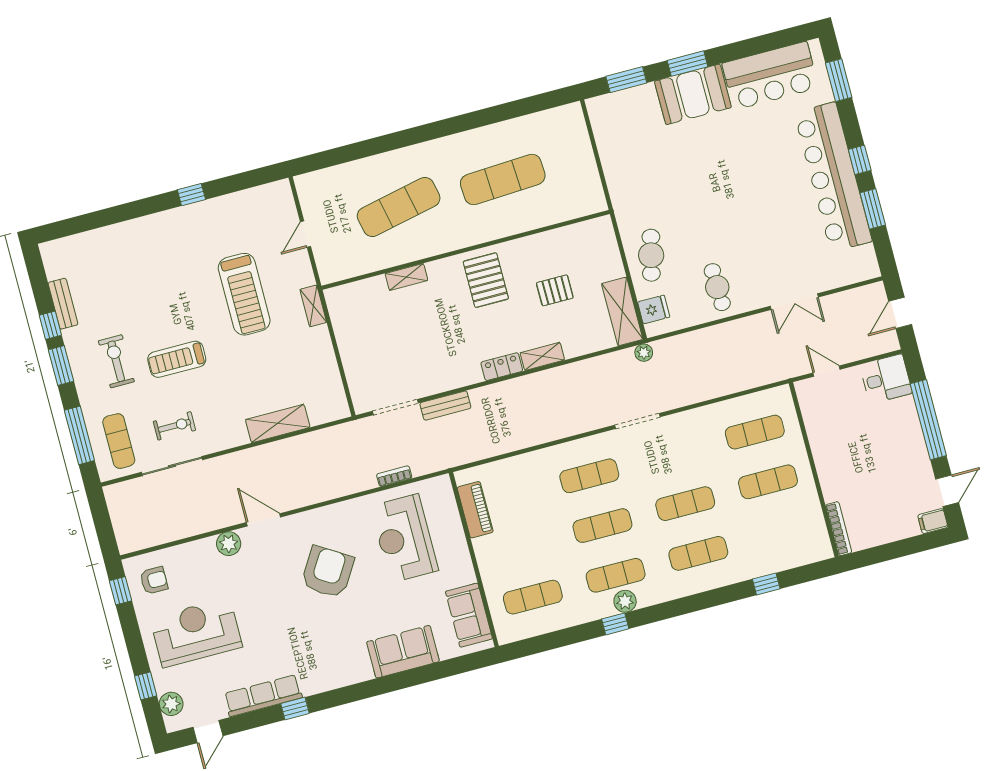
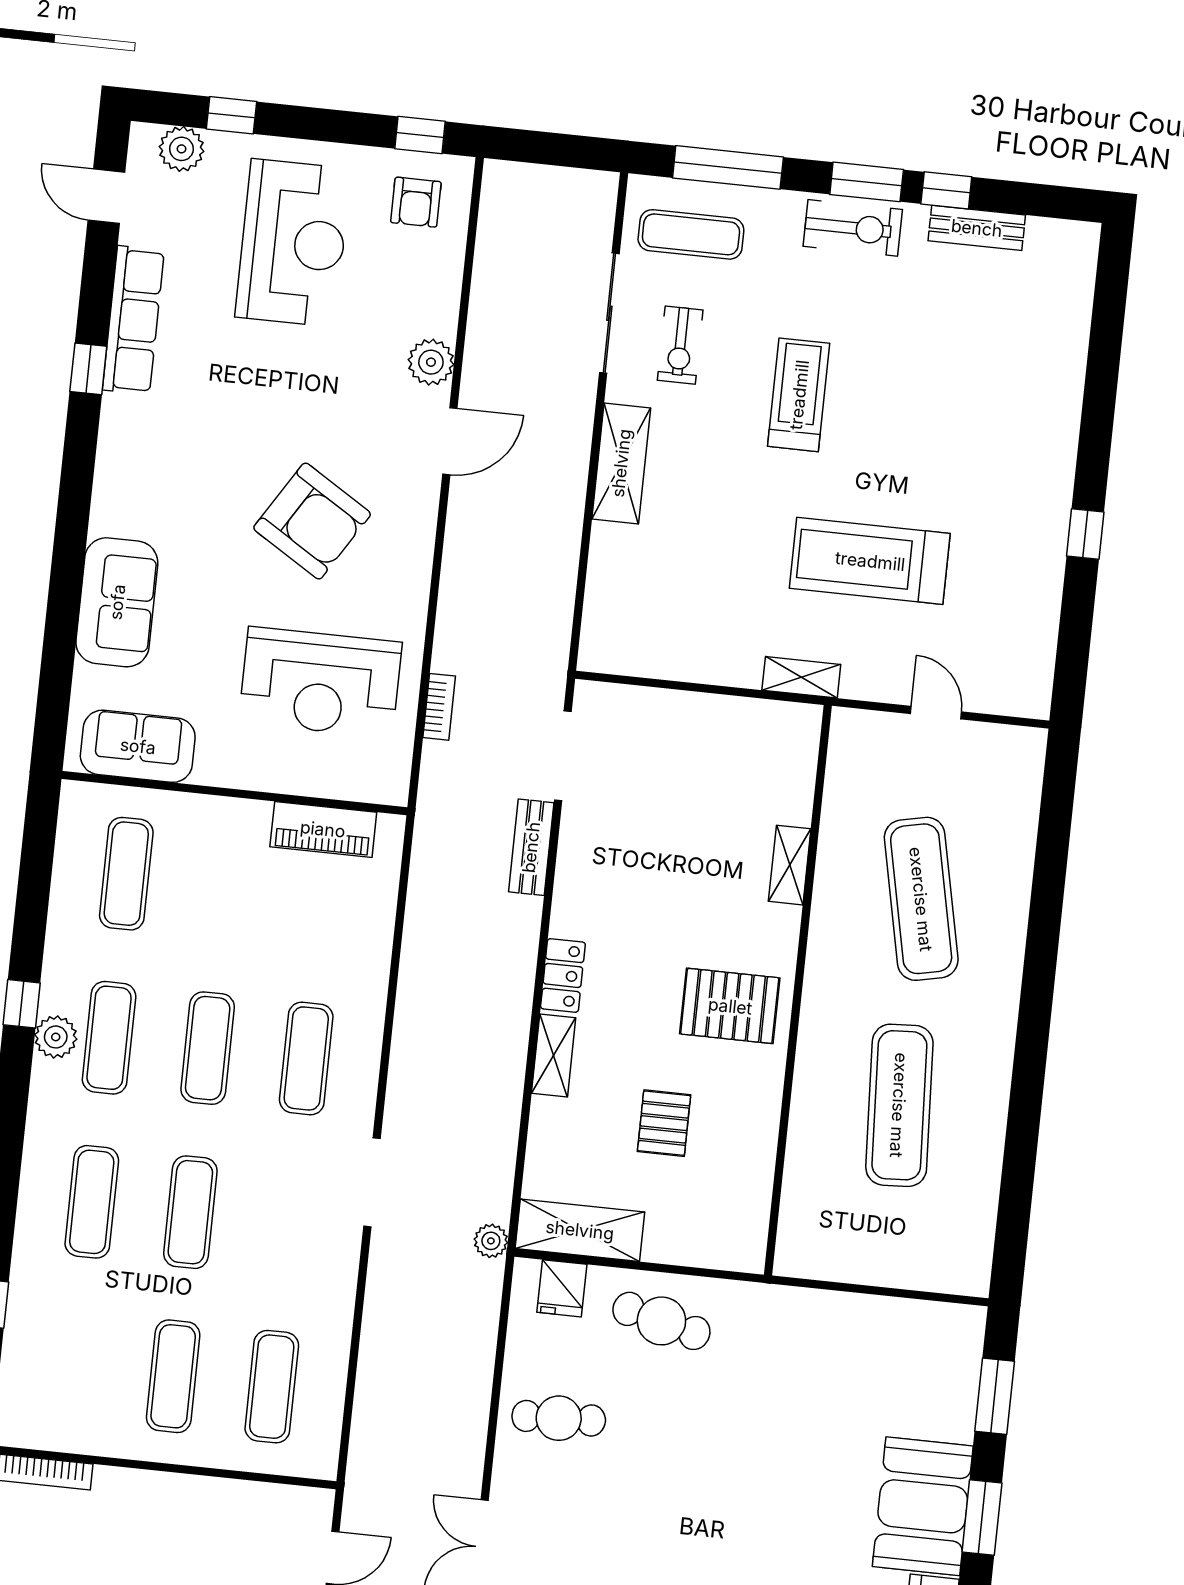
exercise bike: (116, 361) -> (853, 228), moved
shelving: (278, 423) -> (621, 463), moved
reception desk: (404, 538) -> (320, 682), turned 180

